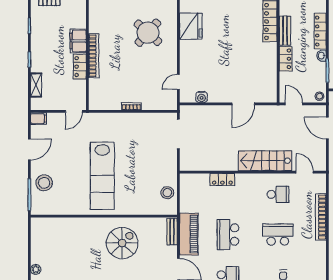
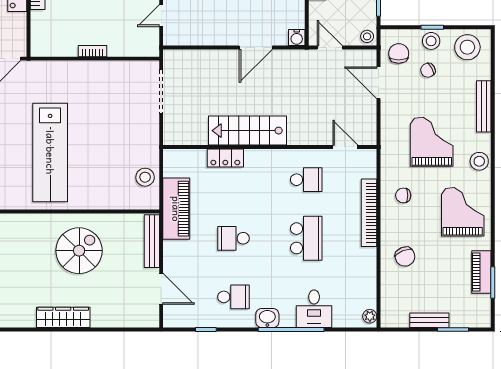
water cooler: (202, 97) -> (297, 38), moved
stairs: (265, 161) -> (248, 131), moved
bench: (172, 232) -> (152, 241), width x1.36
piano: (189, 234) -> (176, 209), moved
school desk: (228, 235) -> (233, 238), width x0.54
school desk: (278, 235) -> (306, 238), turned 90

